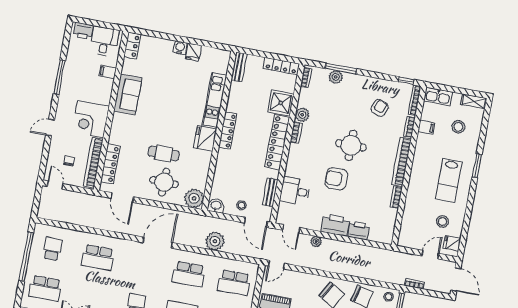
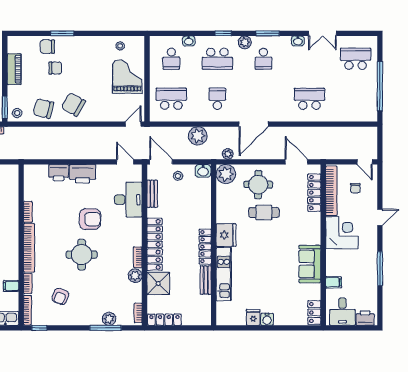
bench: (239, 67) -> (206, 280), moved
desk: (295, 191) -> (128, 200), width x1.37
plant: (316, 242) -> (228, 154), moved
school desk: (52, 249) -> (356, 99), removed
school desk: (189, 274) -> (217, 99), width x0.54

